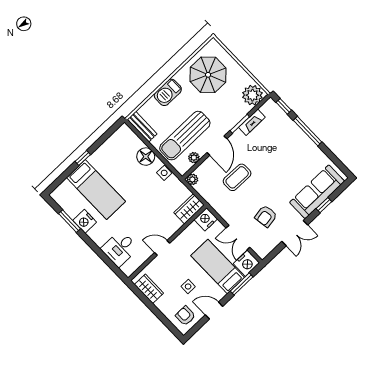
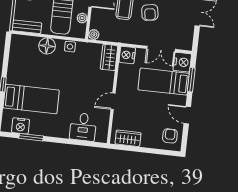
armchair: (266, 216) -> (150, 12), moved
nightstand: (85, 221) -> (20, 126), moved
side table: (188, 286) -> (154, 113), removed
door: (214, 311) -> (187, 115), hinge flipped
armchair: (185, 316) -> (170, 136), turned 90

